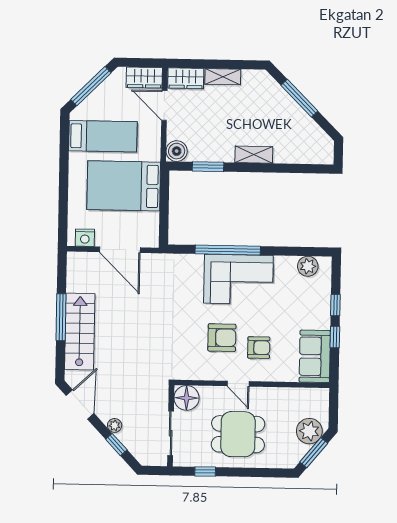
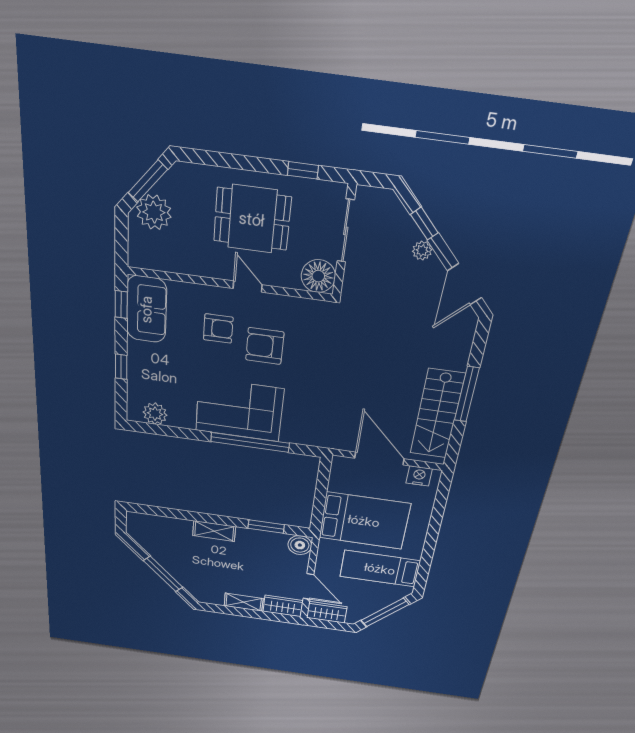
stairs: (80, 332) -> (437, 414), moved
window: (335, 337) -> (121, 305), moved
armchair: (259, 348) -> (218, 328), turned 180

